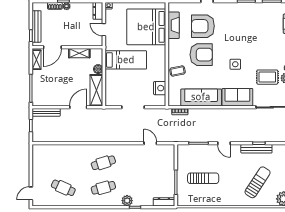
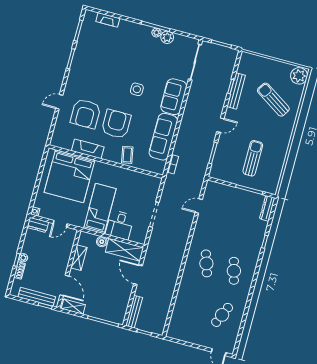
fireplace: (174, 25) -> (88, 149), moved
rug: (267, 77) -> (160, 58), removed
desk: (116, 80) -> (120, 225), added
nightstand: (160, 88) -> (141, 179), removed
plant: (127, 201) -> (255, 249), removed

